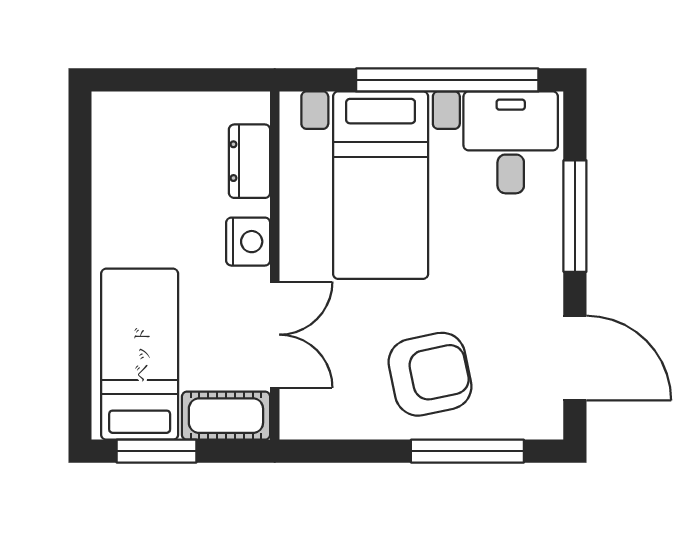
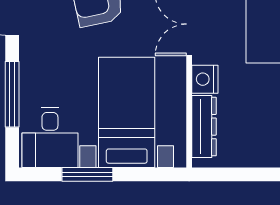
window: (447, 80) -> (87, 174), width x0.47
dresser: (250, 161) -> (204, 127), width x1.44

